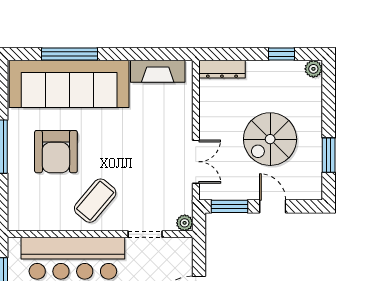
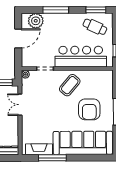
window: (70, 54) -> (52, 158), moved
armchair: (56, 152) -> (89, 109), turned 180

